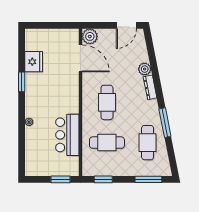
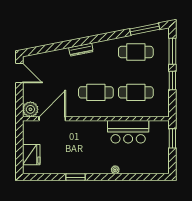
fridge: (34, 62) -> (31, 155), moved, turned 90
plant: (145, 69) -> (63, 55), removed
window: (165, 123) -> (145, 29), moved
cafe table: (107, 143) -> (136, 92), turned 90
window: (103, 179) -> (172, 81), moved

